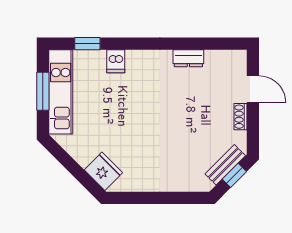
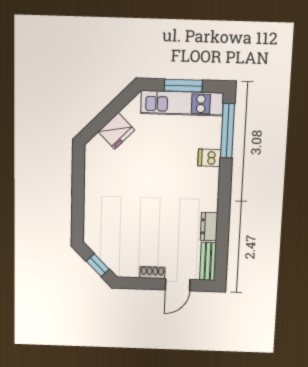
window: (87, 44) -> (228, 131), width x2.17
bench: (225, 165) -> (208, 261), moved, turned 45
fridge: (103, 171) -> (116, 131), moved

